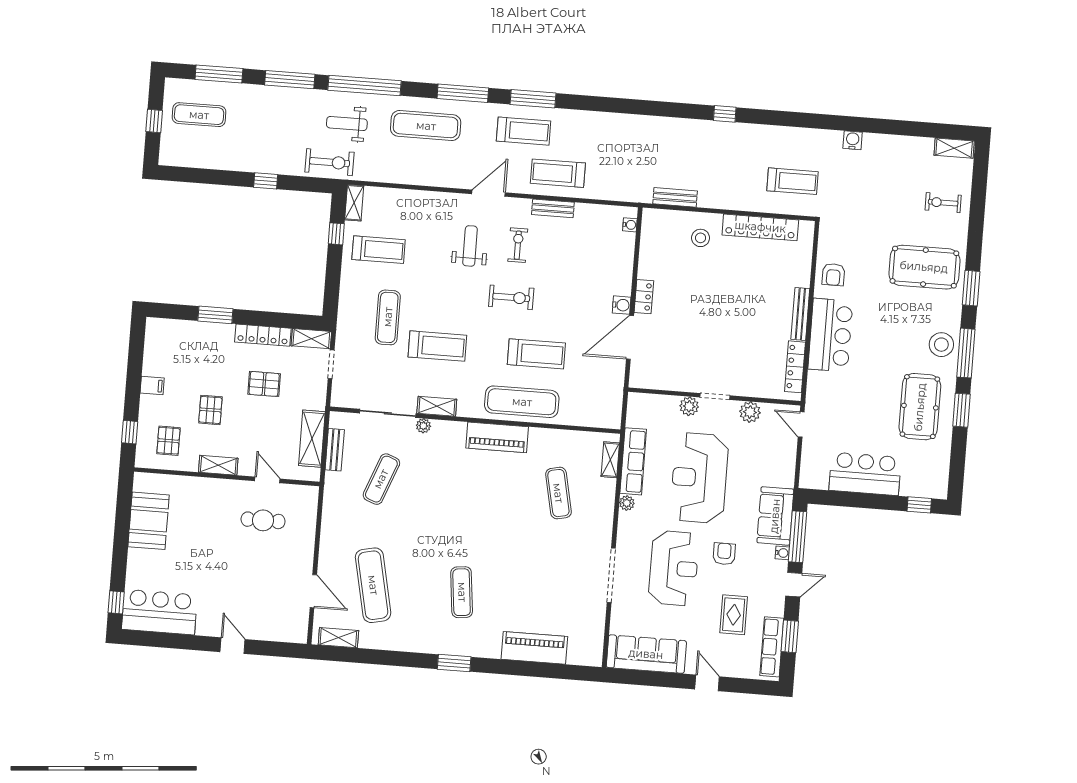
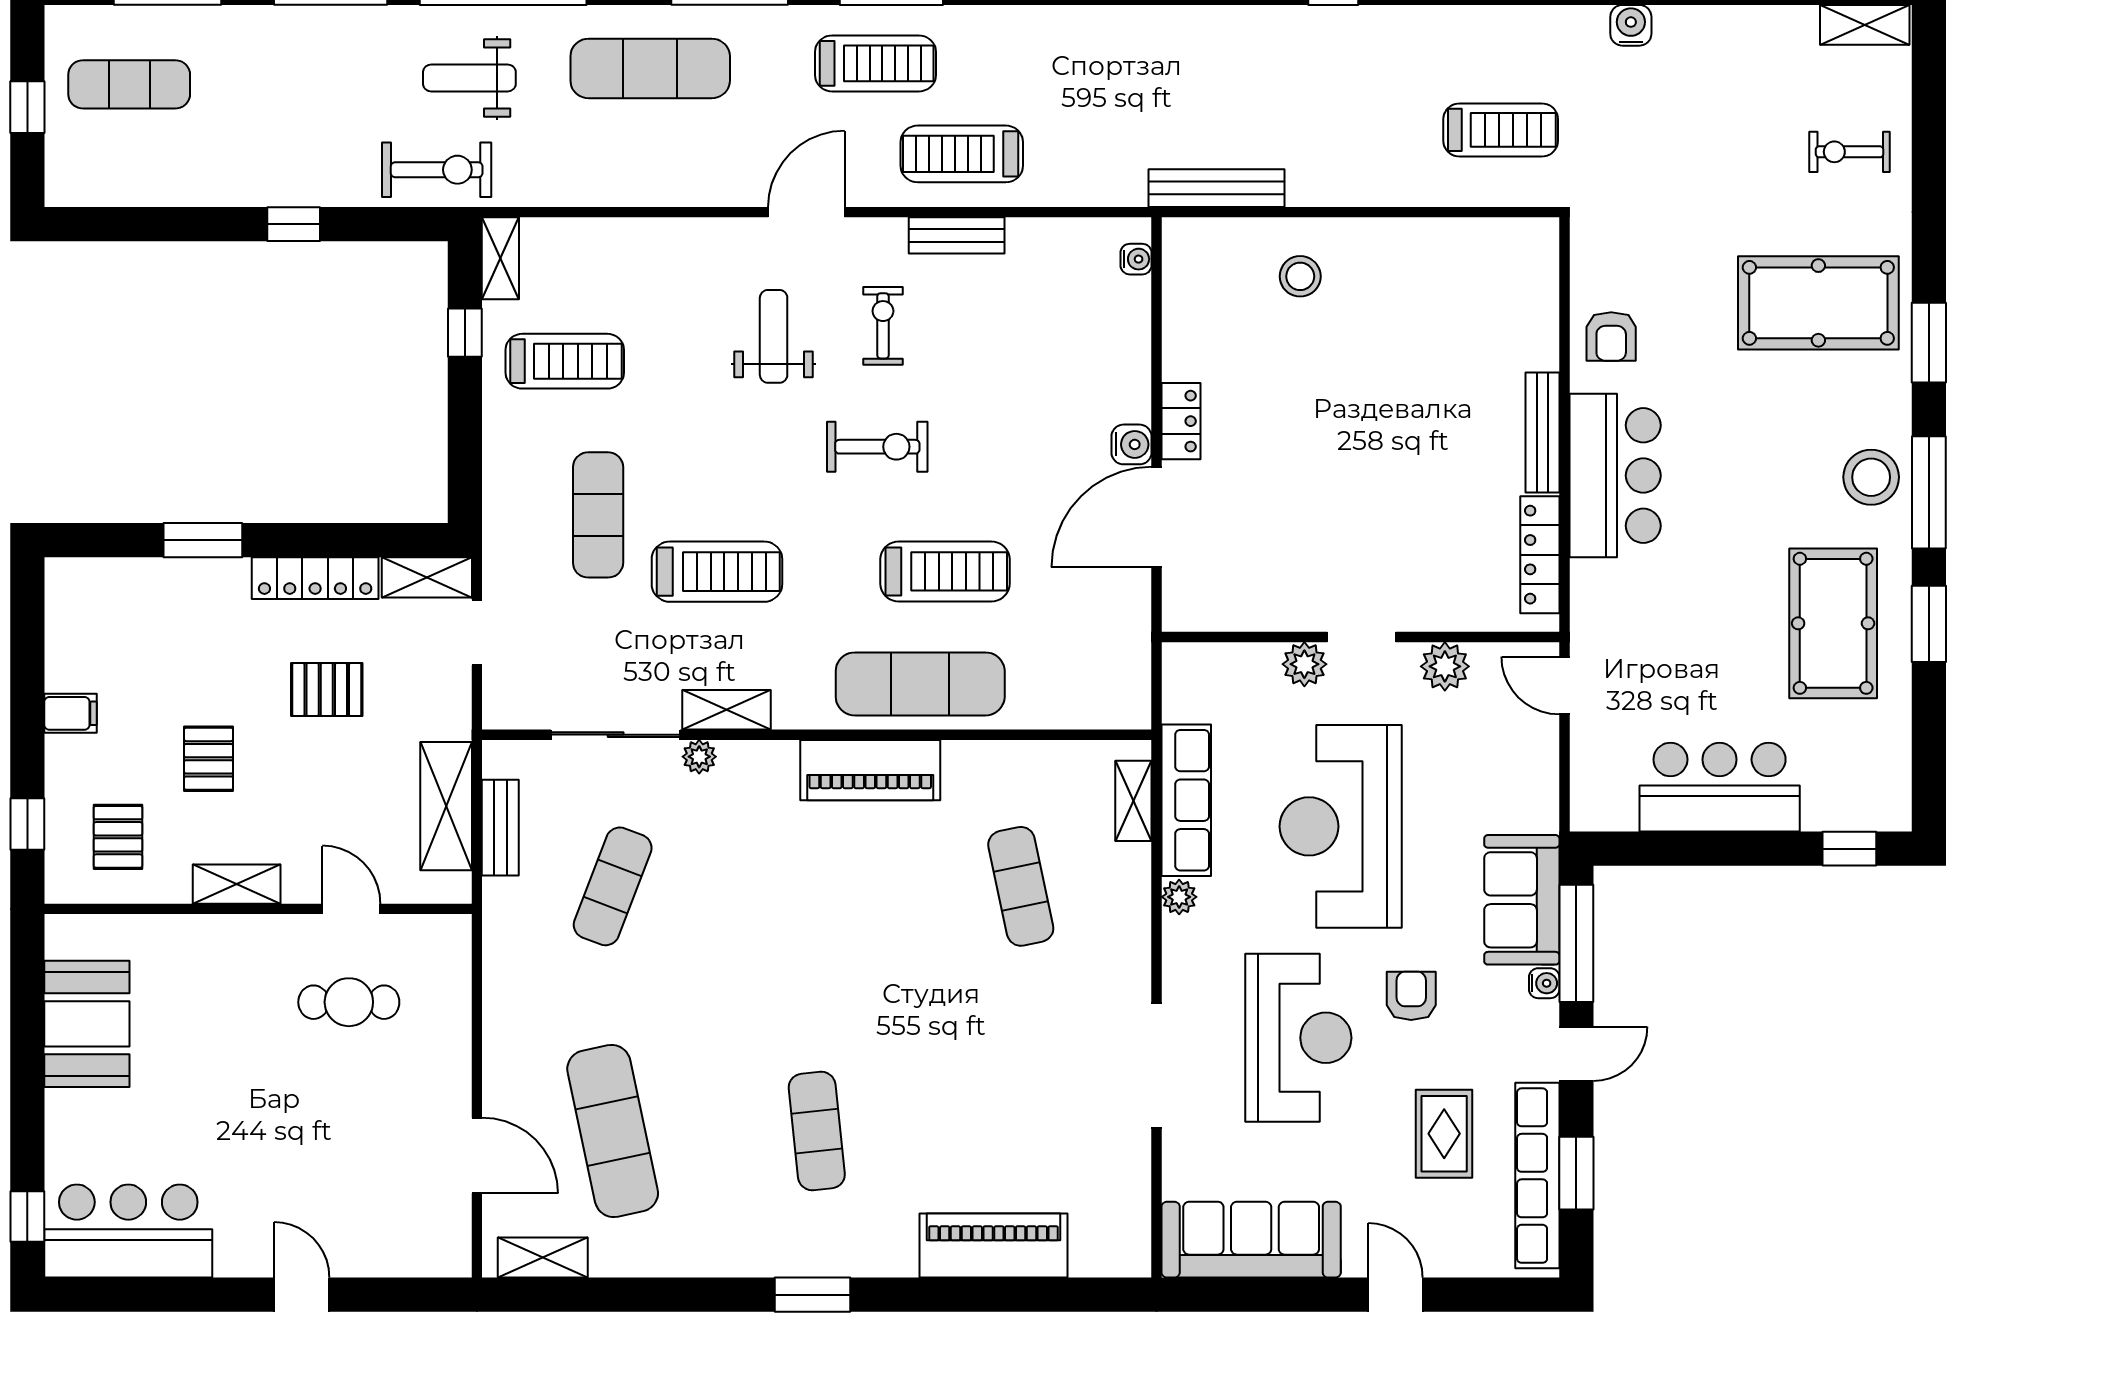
bench: (675, 197) -> (1216, 188), width x1.36
locker: (760, 227) -> (1435, 242), removed
row of seats: (772, 647) -> (1537, 1176), width x1.36

